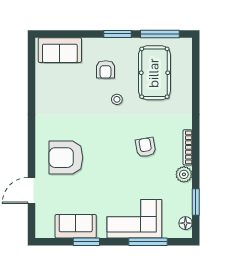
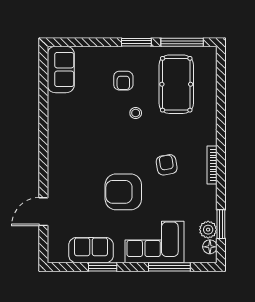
sofa: (60, 50) -> (61, 69), moved, turned -90
armchair: (66, 158) -> (123, 192), moved
plant: (184, 174) -> (208, 230), moved

